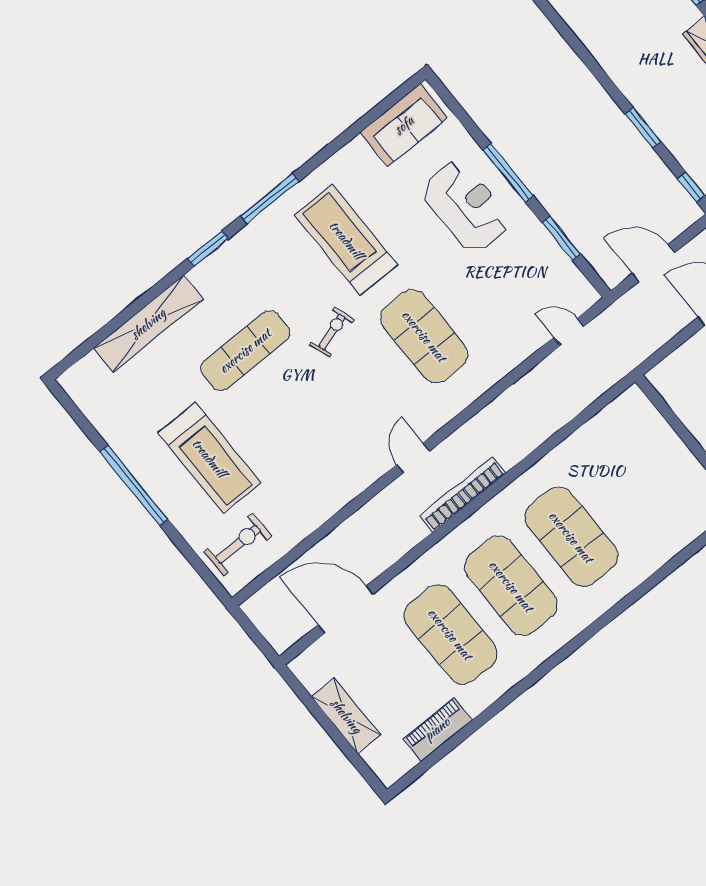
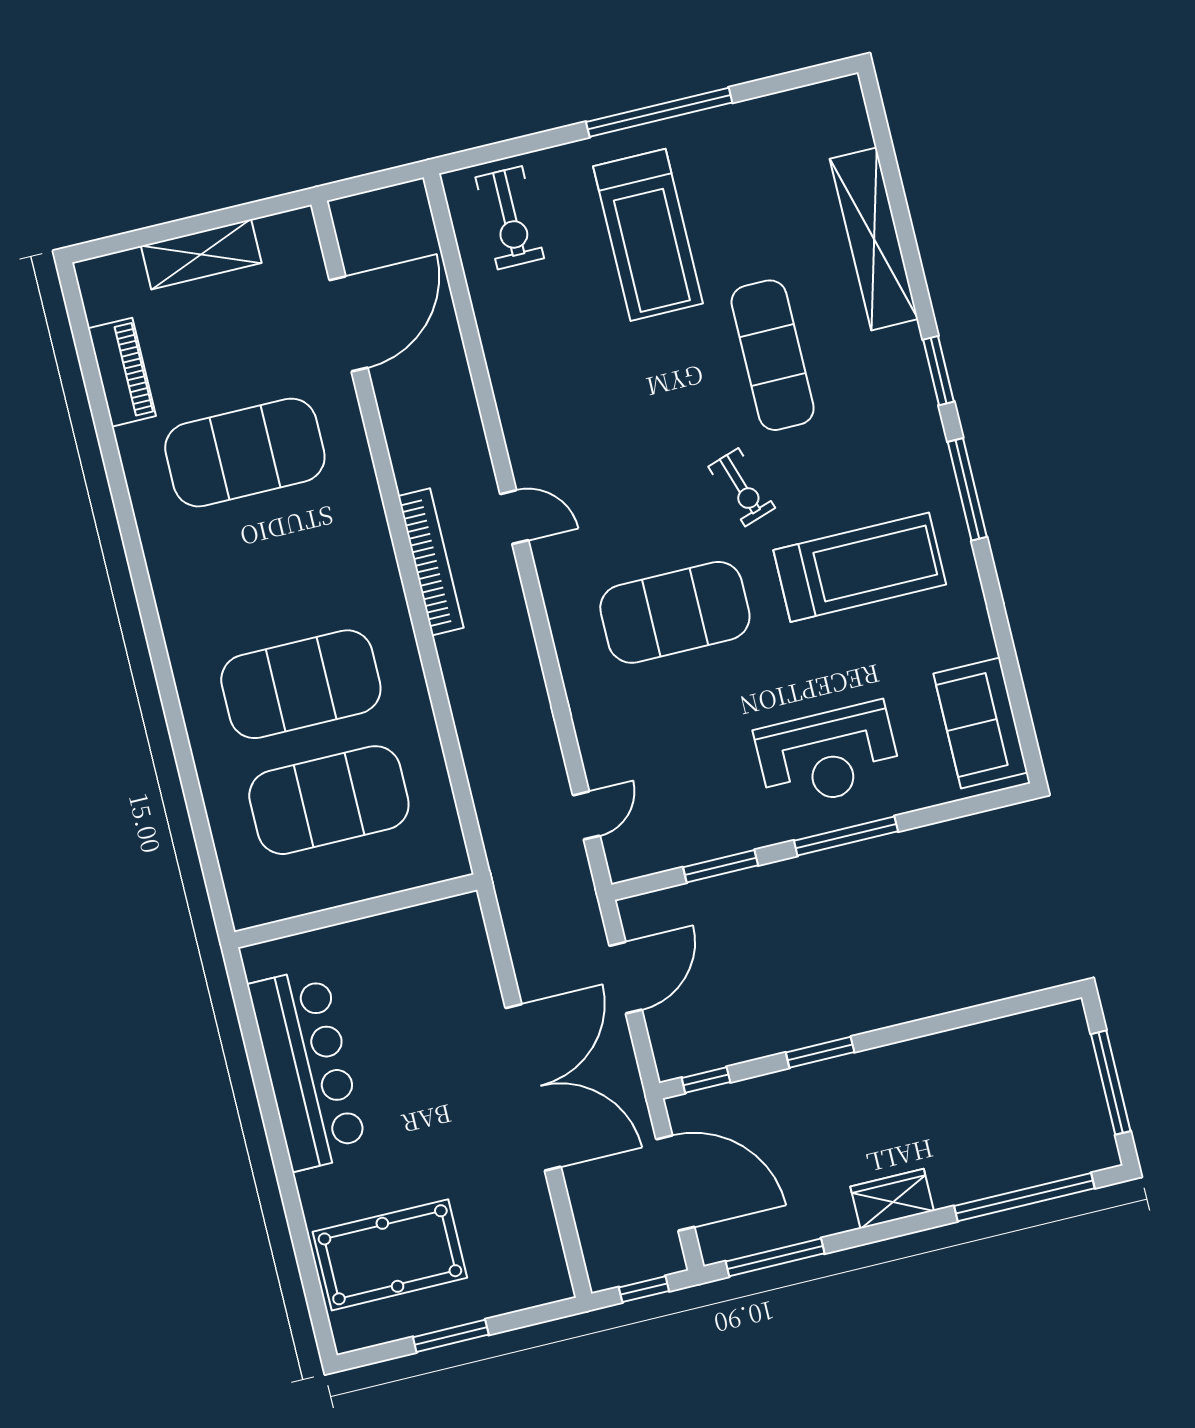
treadmill: (209, 458) -> (648, 235), turned -90
exercise mat: (511, 586) -> (329, 800), moved

